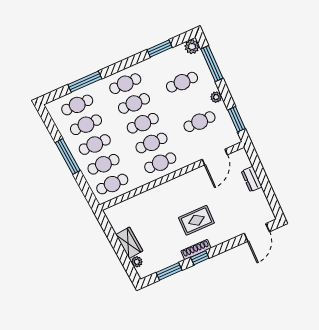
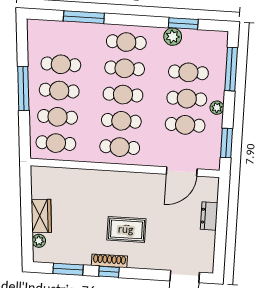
plant: (192, 47) -> (173, 37), moved
cafe table: (77, 105) -> (187, 99), moved

